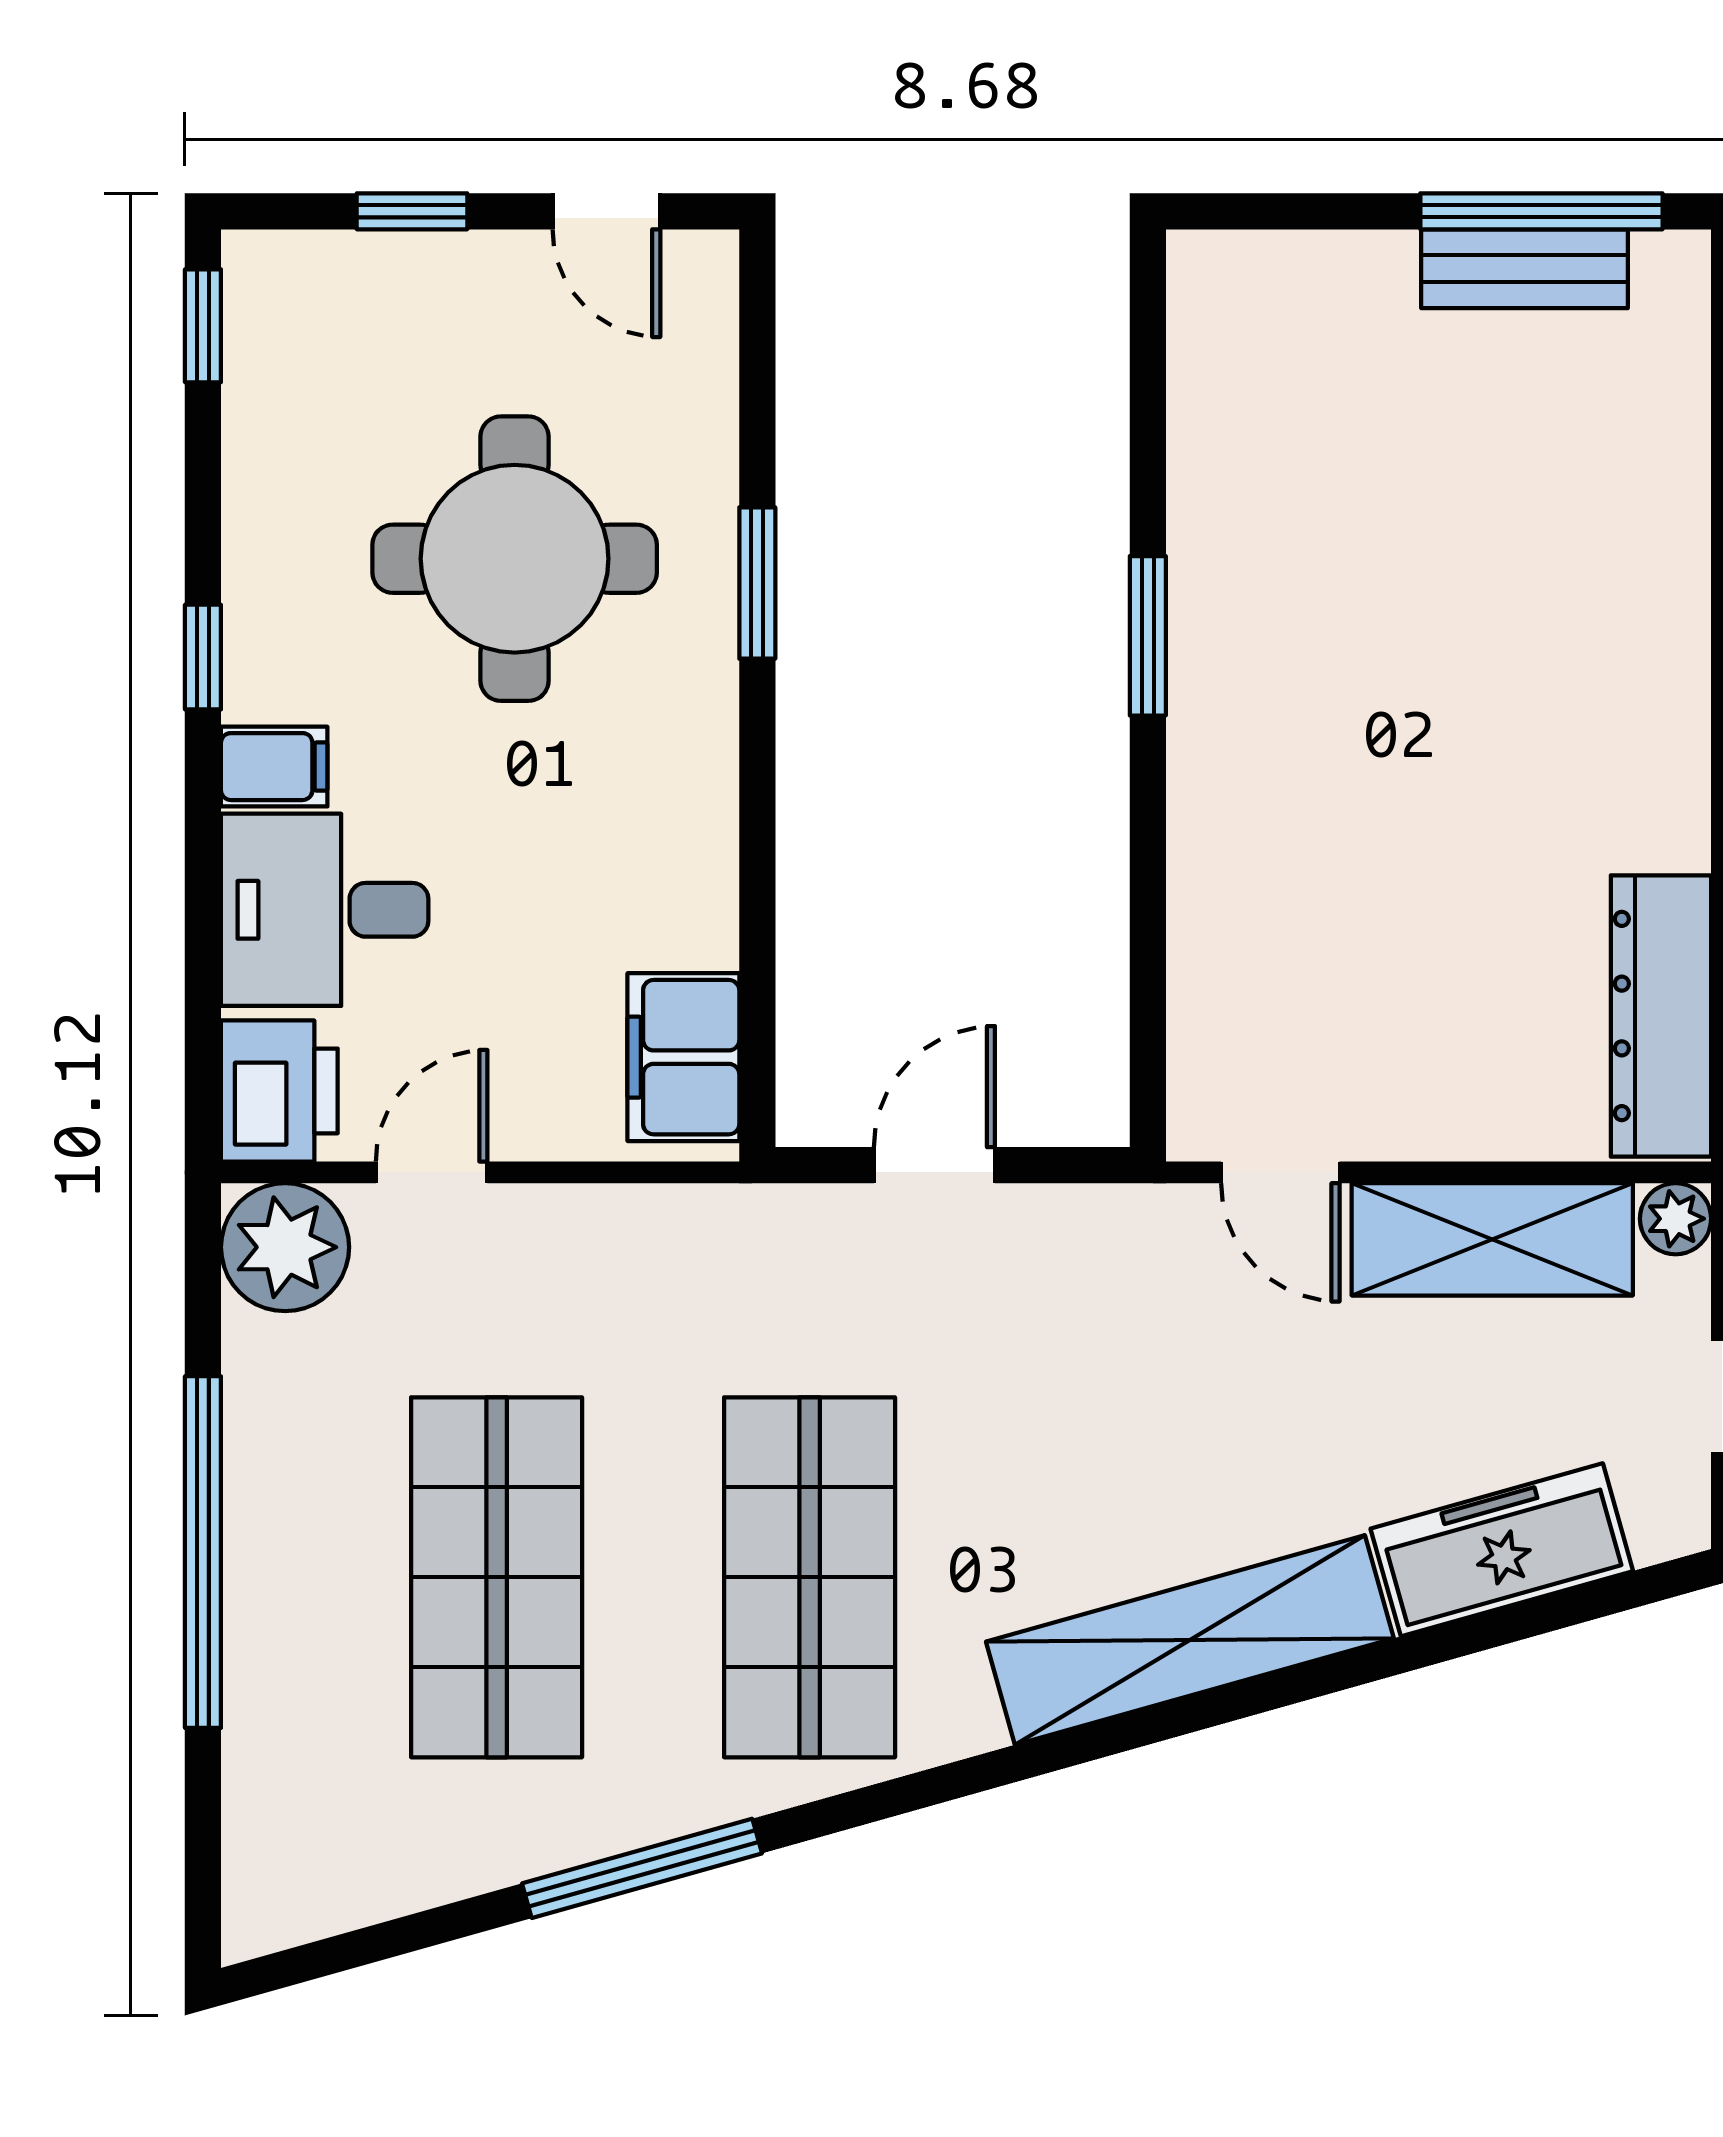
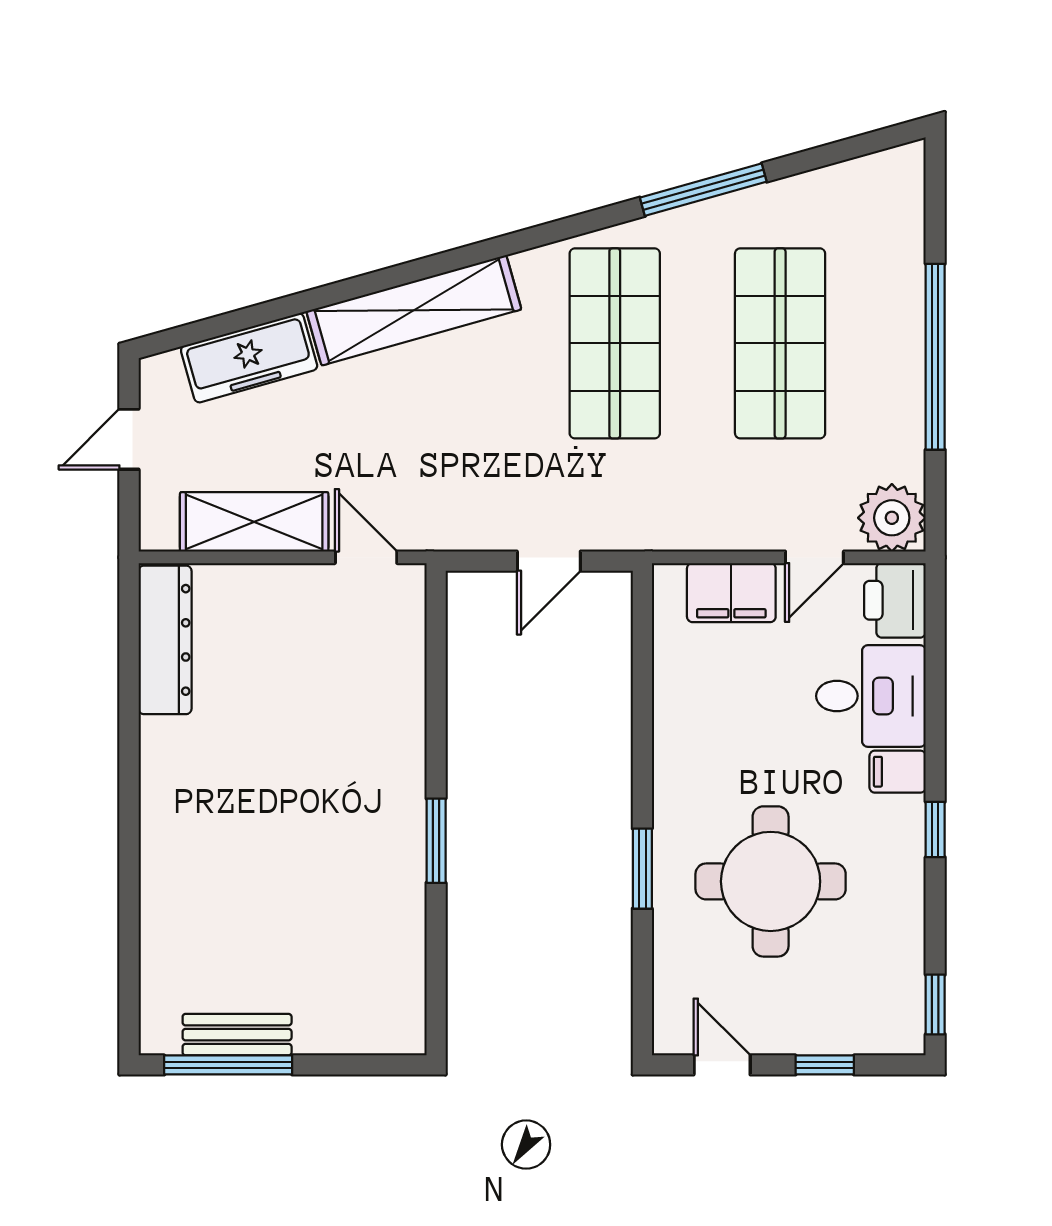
filing cabinet: (683, 1057) -> (731, 593), moved, turned 90
plant: (1676, 1219) -> (157, 533), removed

